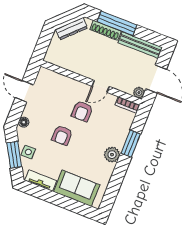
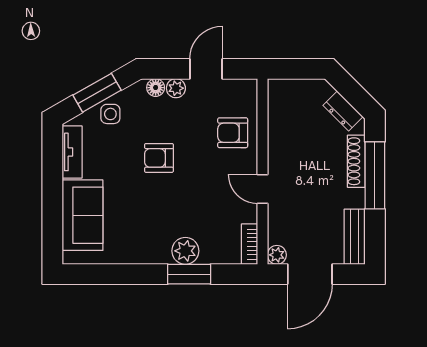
dresser: (72, 29) -> (343, 111), width x0.70
bench: (140, 45) -> (355, 237), width x0.73
plant: (28, 111) -> (176, 88), added
armchair: (82, 111) -> (233, 133), moved
plant: (112, 155) -> (185, 251), moved

